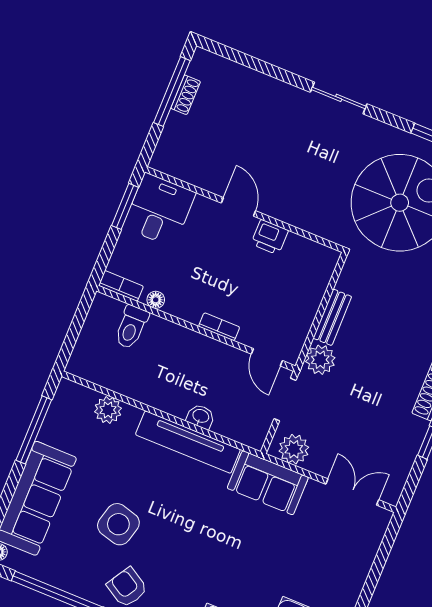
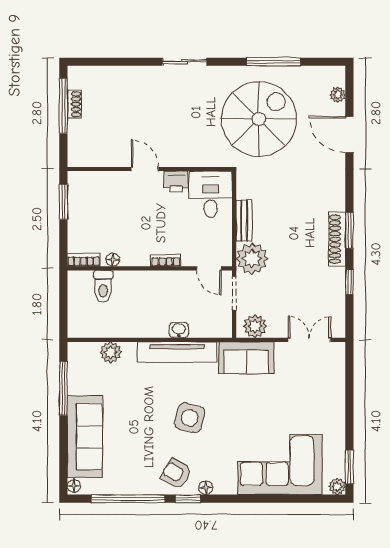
desk: (159, 210) -> (211, 194), moved
plant: (320, 360) -> (252, 259), width x1.36, depth x1.36
side table: (118, 524) -> (190, 418), moved

